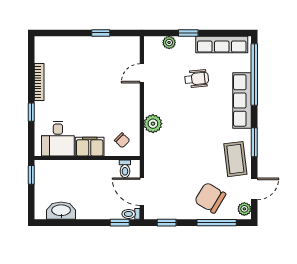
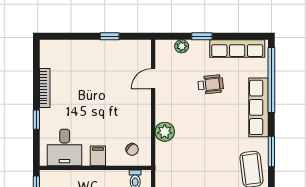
filing cabinet: (90, 147) -> (98, 156), width x0.50

